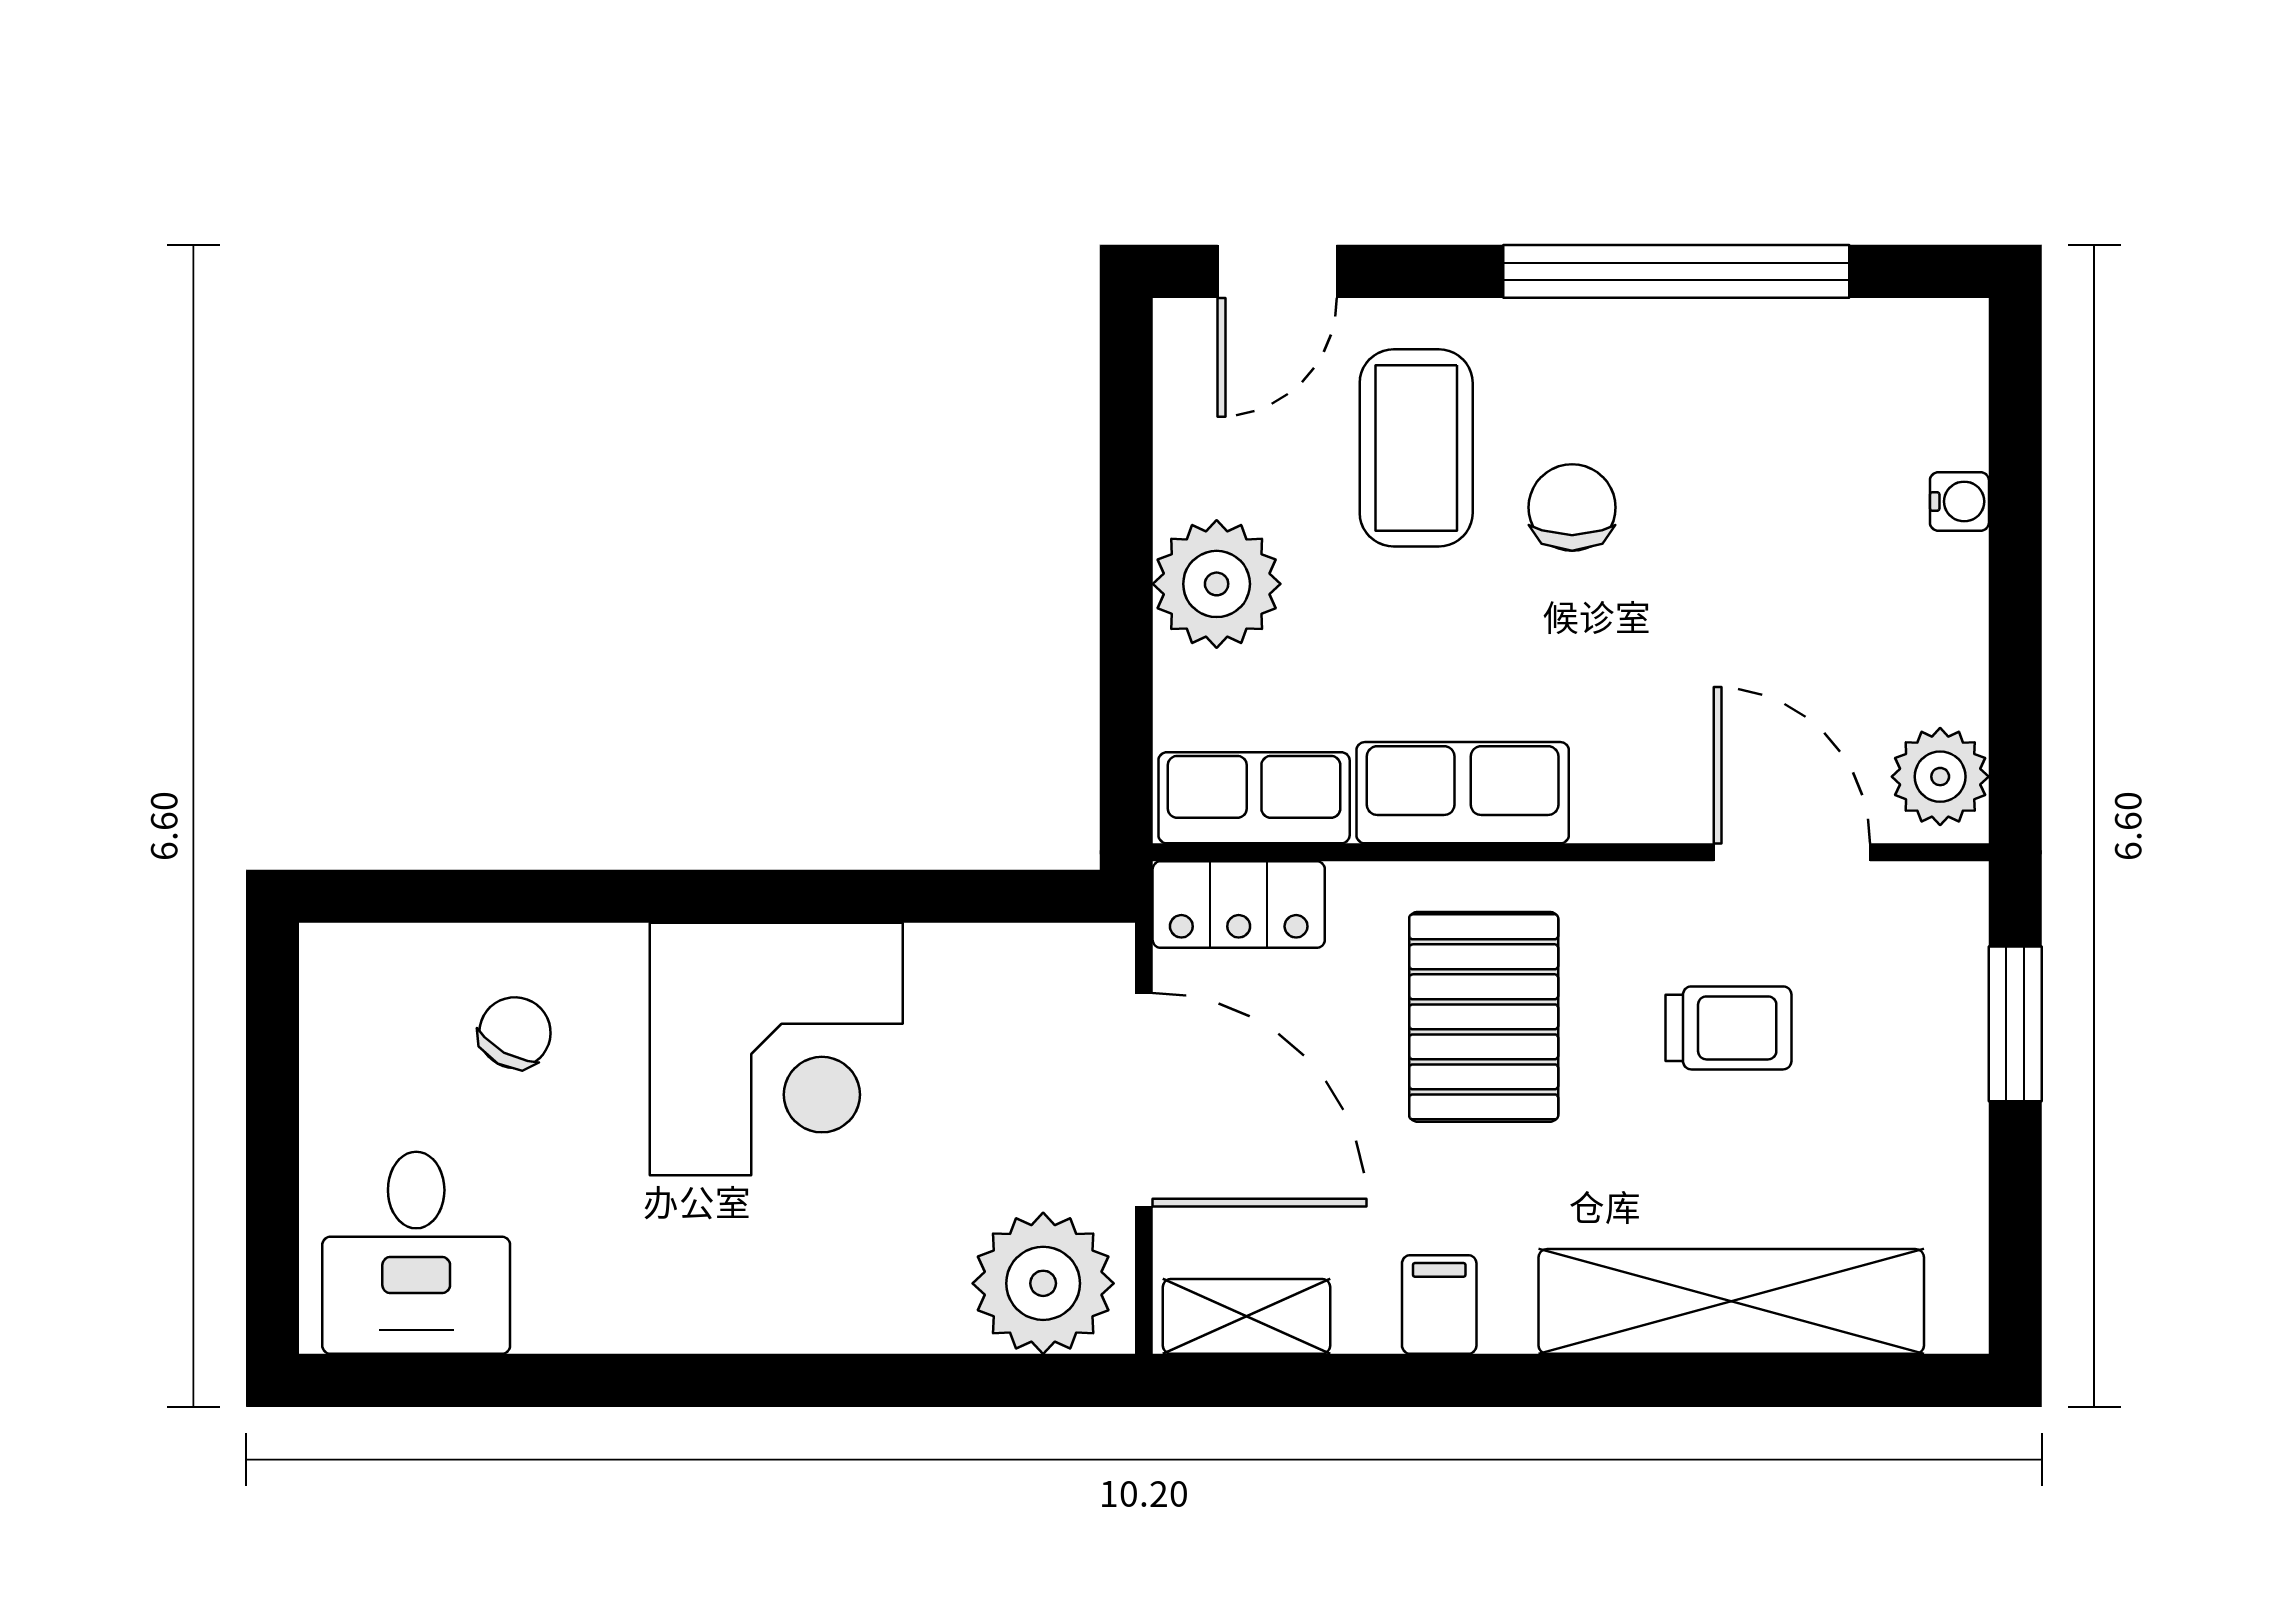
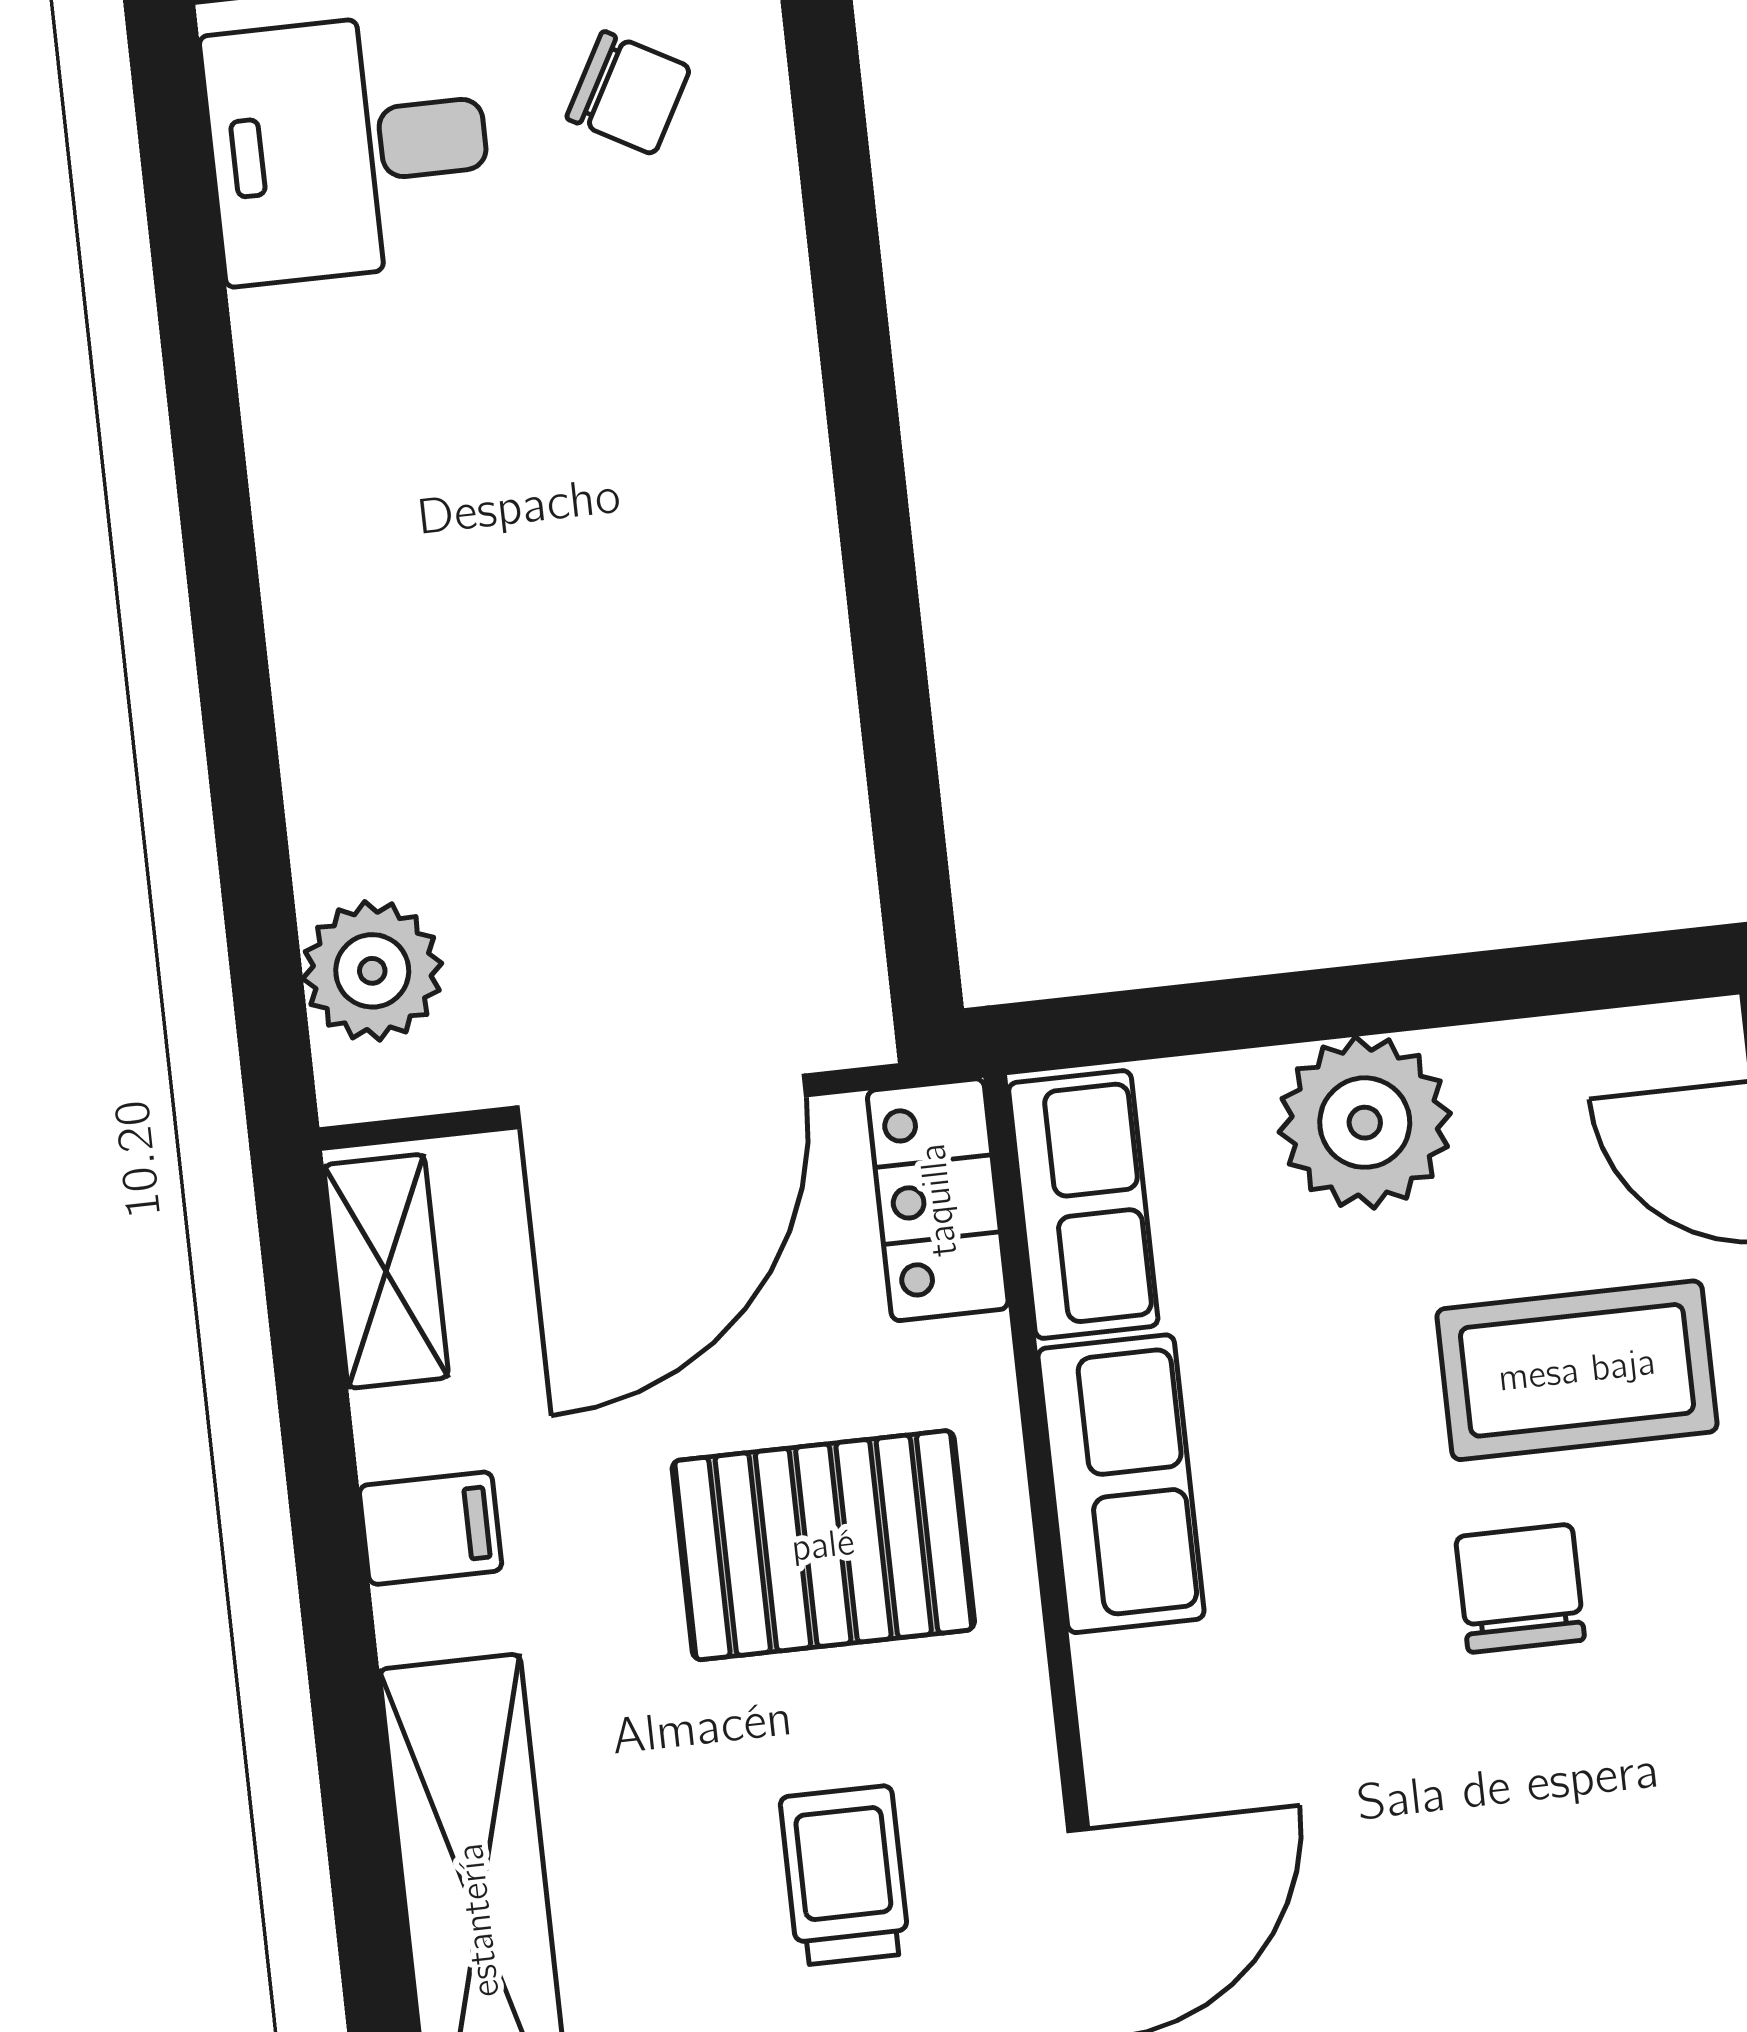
chair: (1572, 507) -> (1520, 1588), turned -90
trolley: (1728, 1028) -> (845, 1875), turned 180
chair: (515, 1033) -> (628, 93), moved
corner desk: (776, 1049) -> (675, 601), removed
plant: (1043, 1283) -> (372, 971), width x0.73, depth x0.73

